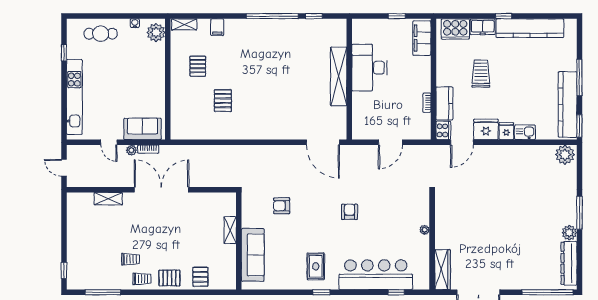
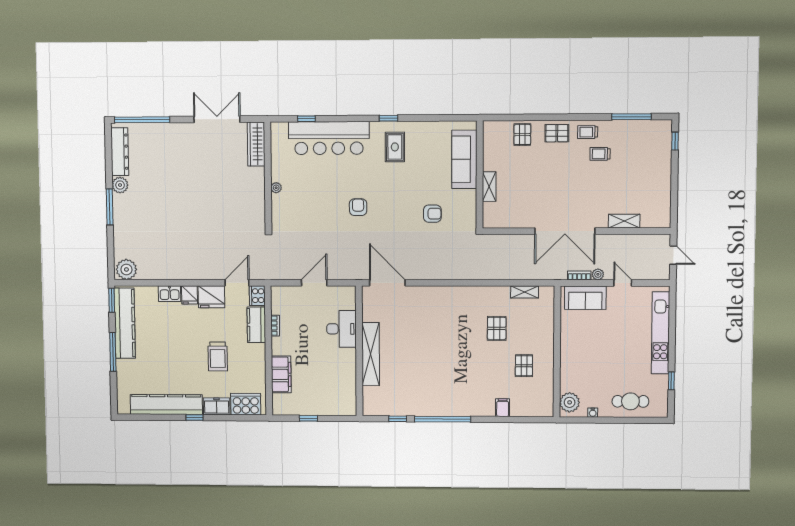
shelving: (184, 24) -> (525, 292), moved
filing cabinet: (422, 38) -> (281, 374), moved
desk: (369, 68) -> (342, 329), moved, width x0.73, depth x0.77
armchair: (349, 212) -> (358, 207), turned 180

